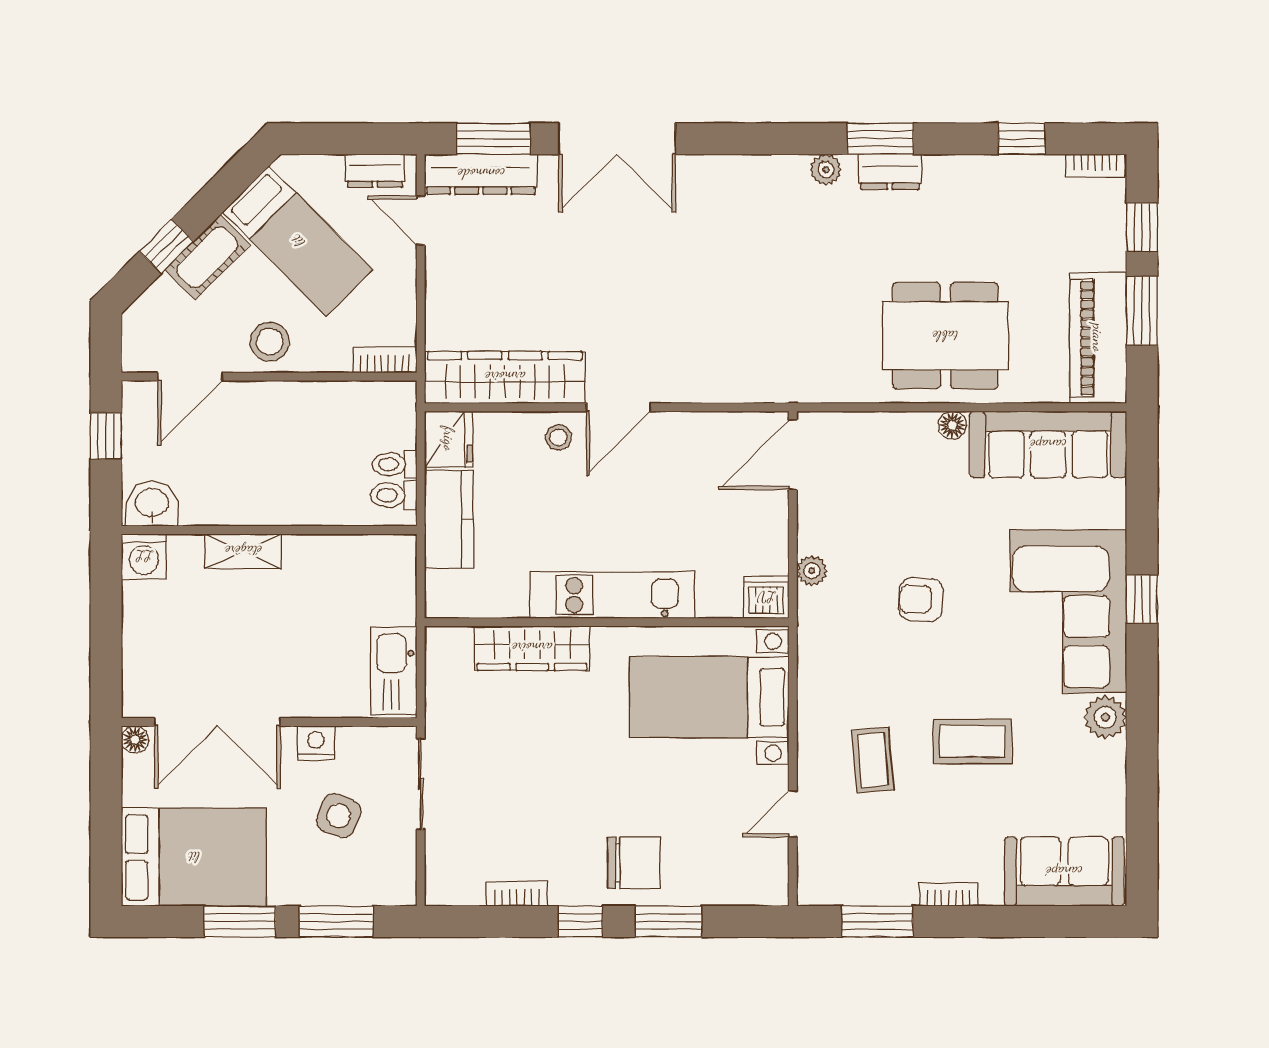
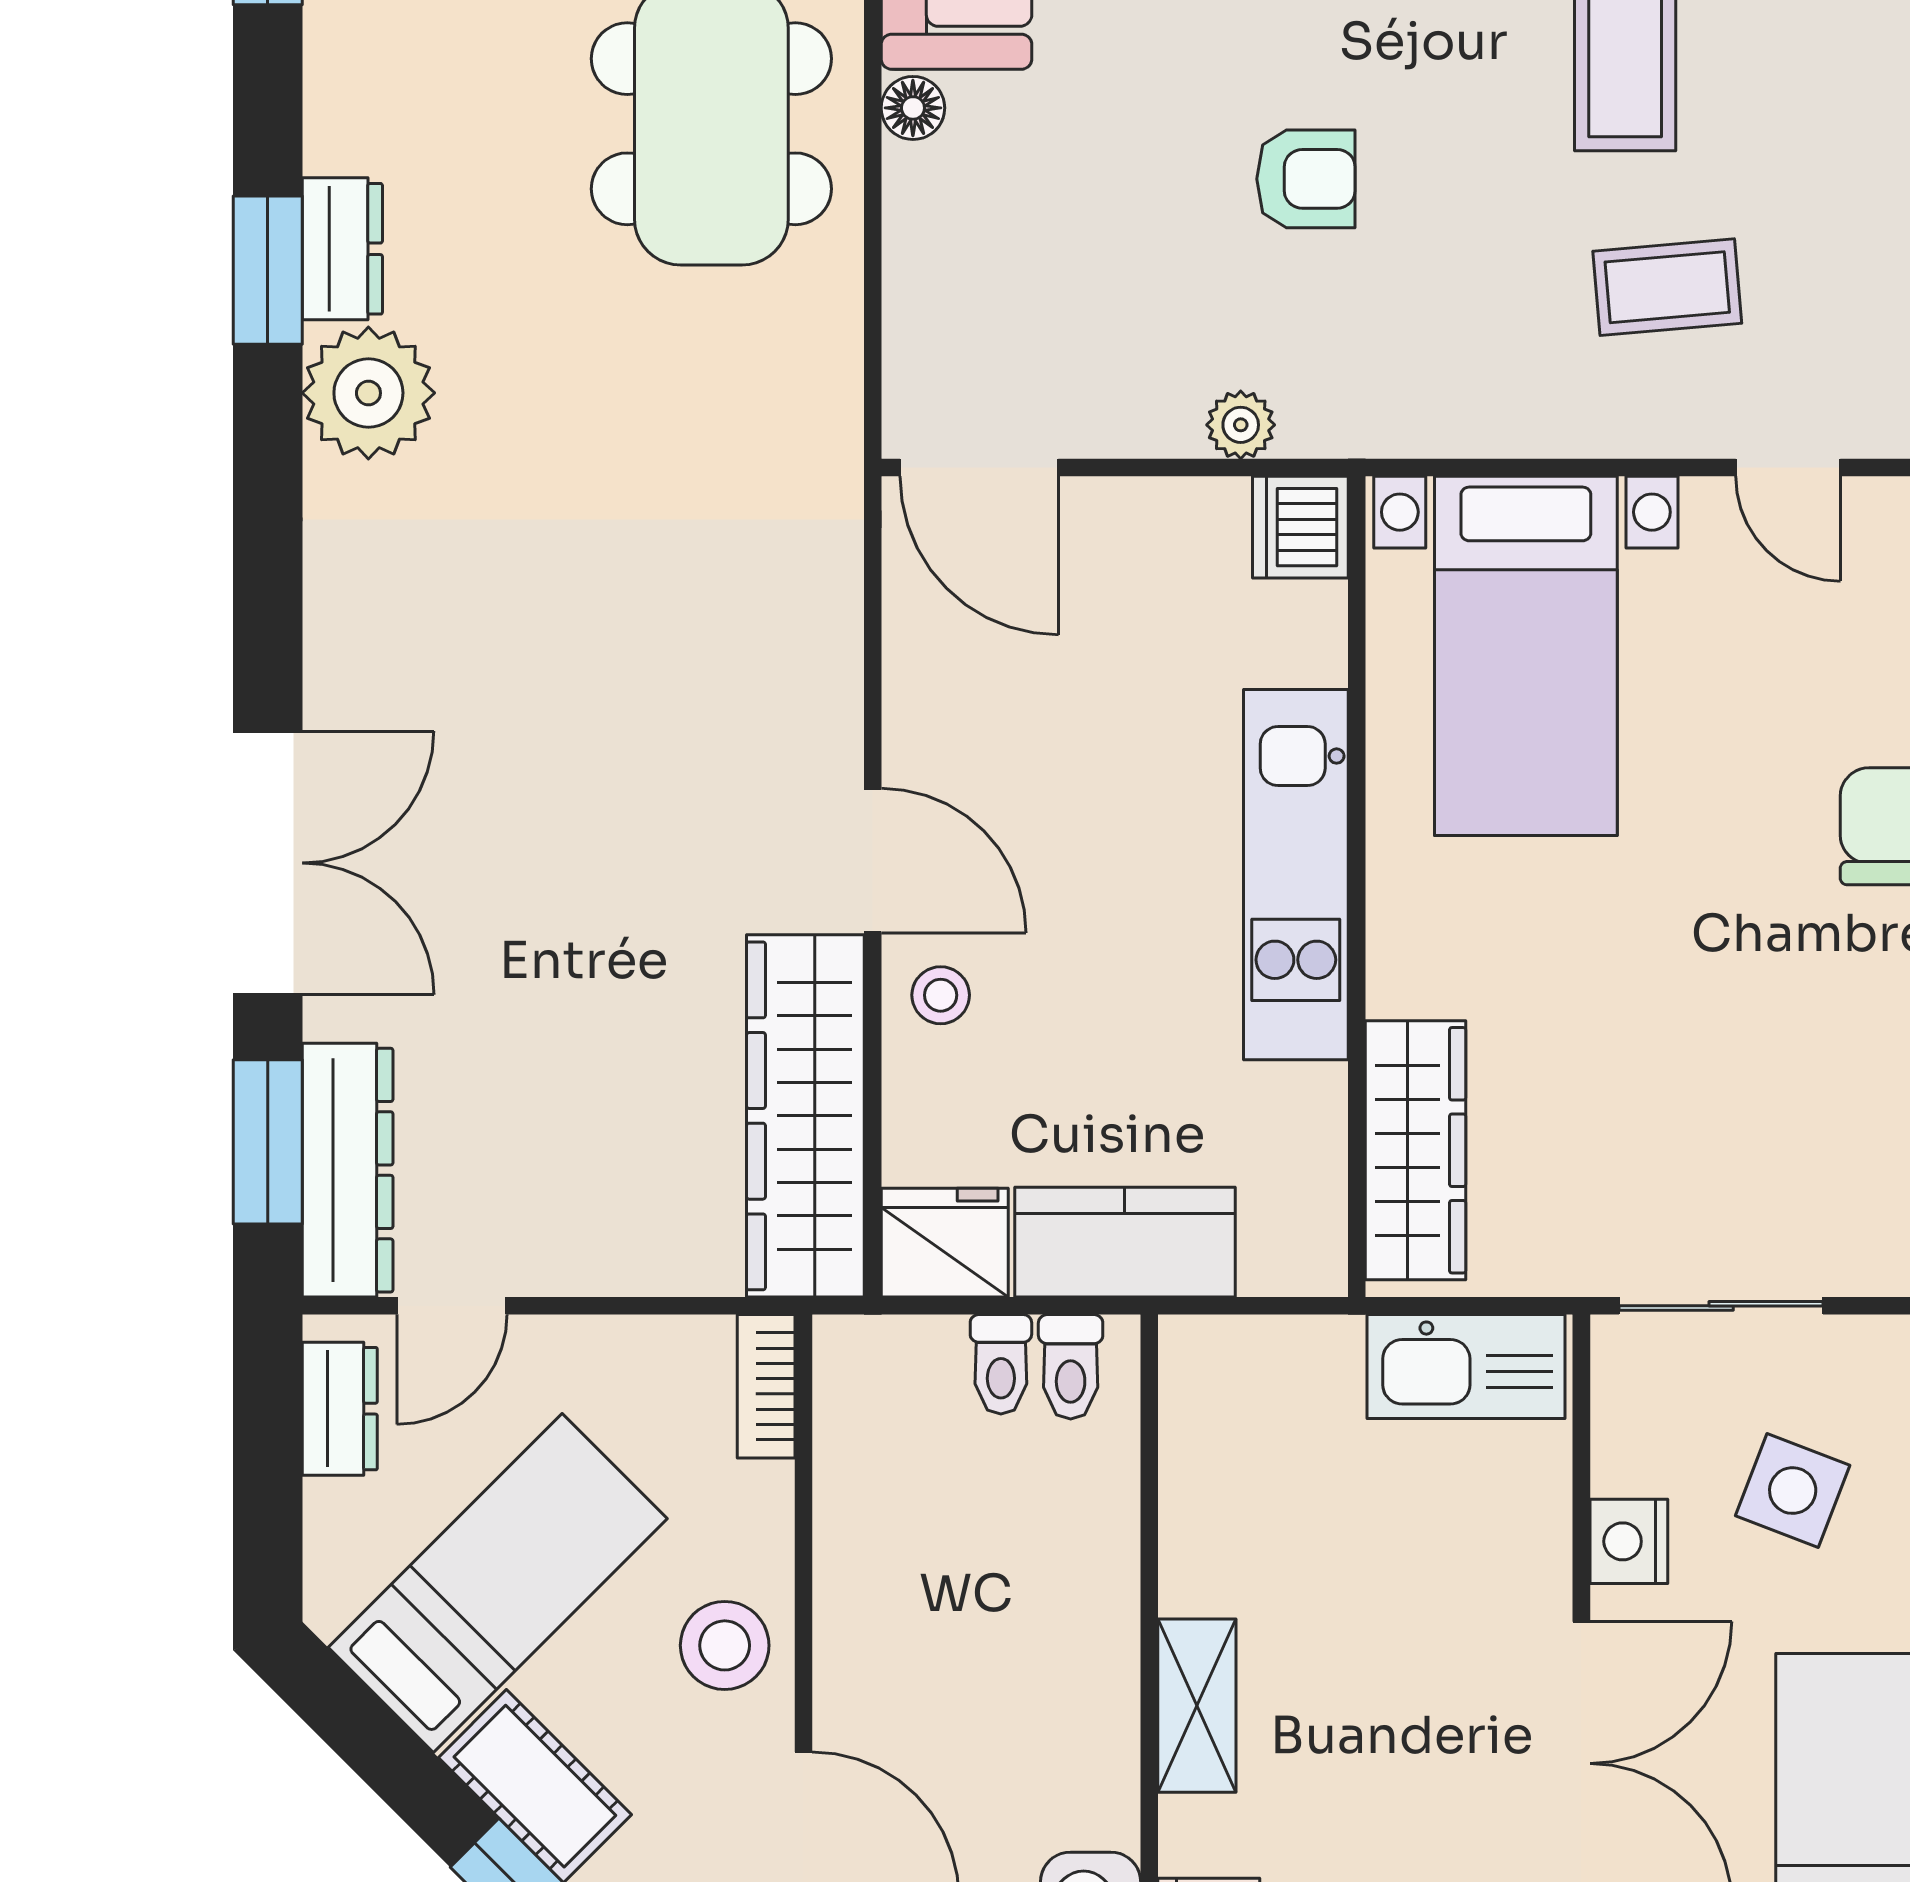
plant: (826, 170) -> (368, 393), width x1.87, depth x1.87
armchair: (921, 600) -> (1306, 179), turned -94
wardrobe: (532, 648) -> (1415, 1150), moved

